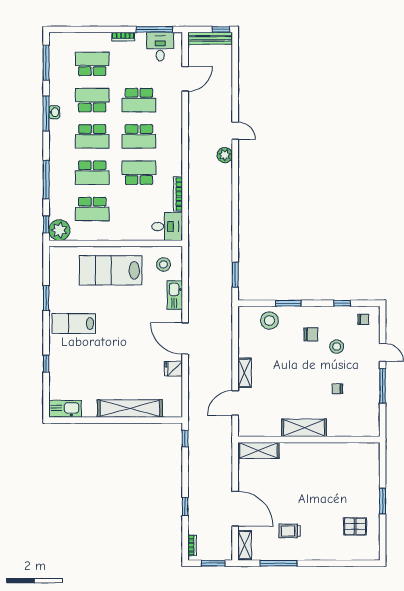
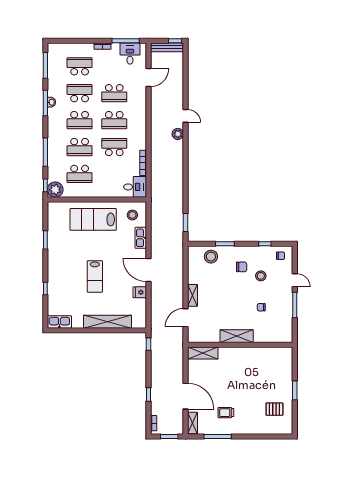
lab bench: (74, 324) -> (95, 276), moved, turned -90

